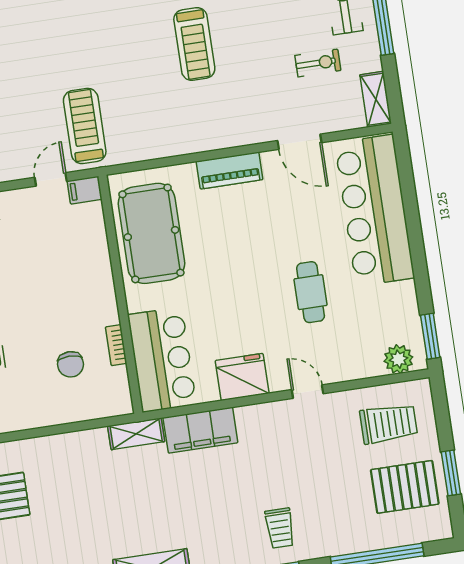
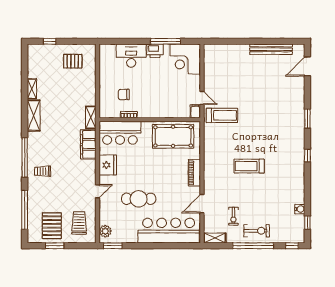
cafe table: (311, 292) -> (139, 199), width x1.37, depth x1.35
trolley: (389, 424) -> (79, 223), turned 180

